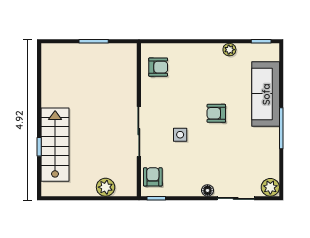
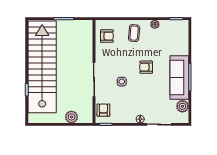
coffee table: (198, 63) -> (134, 33), added
sofa: (266, 94) -> (179, 78), moved
stairs: (55, 145) -> (42, 67), width x1.86, depth x1.51
plant: (270, 187) -> (182, 106), moved

